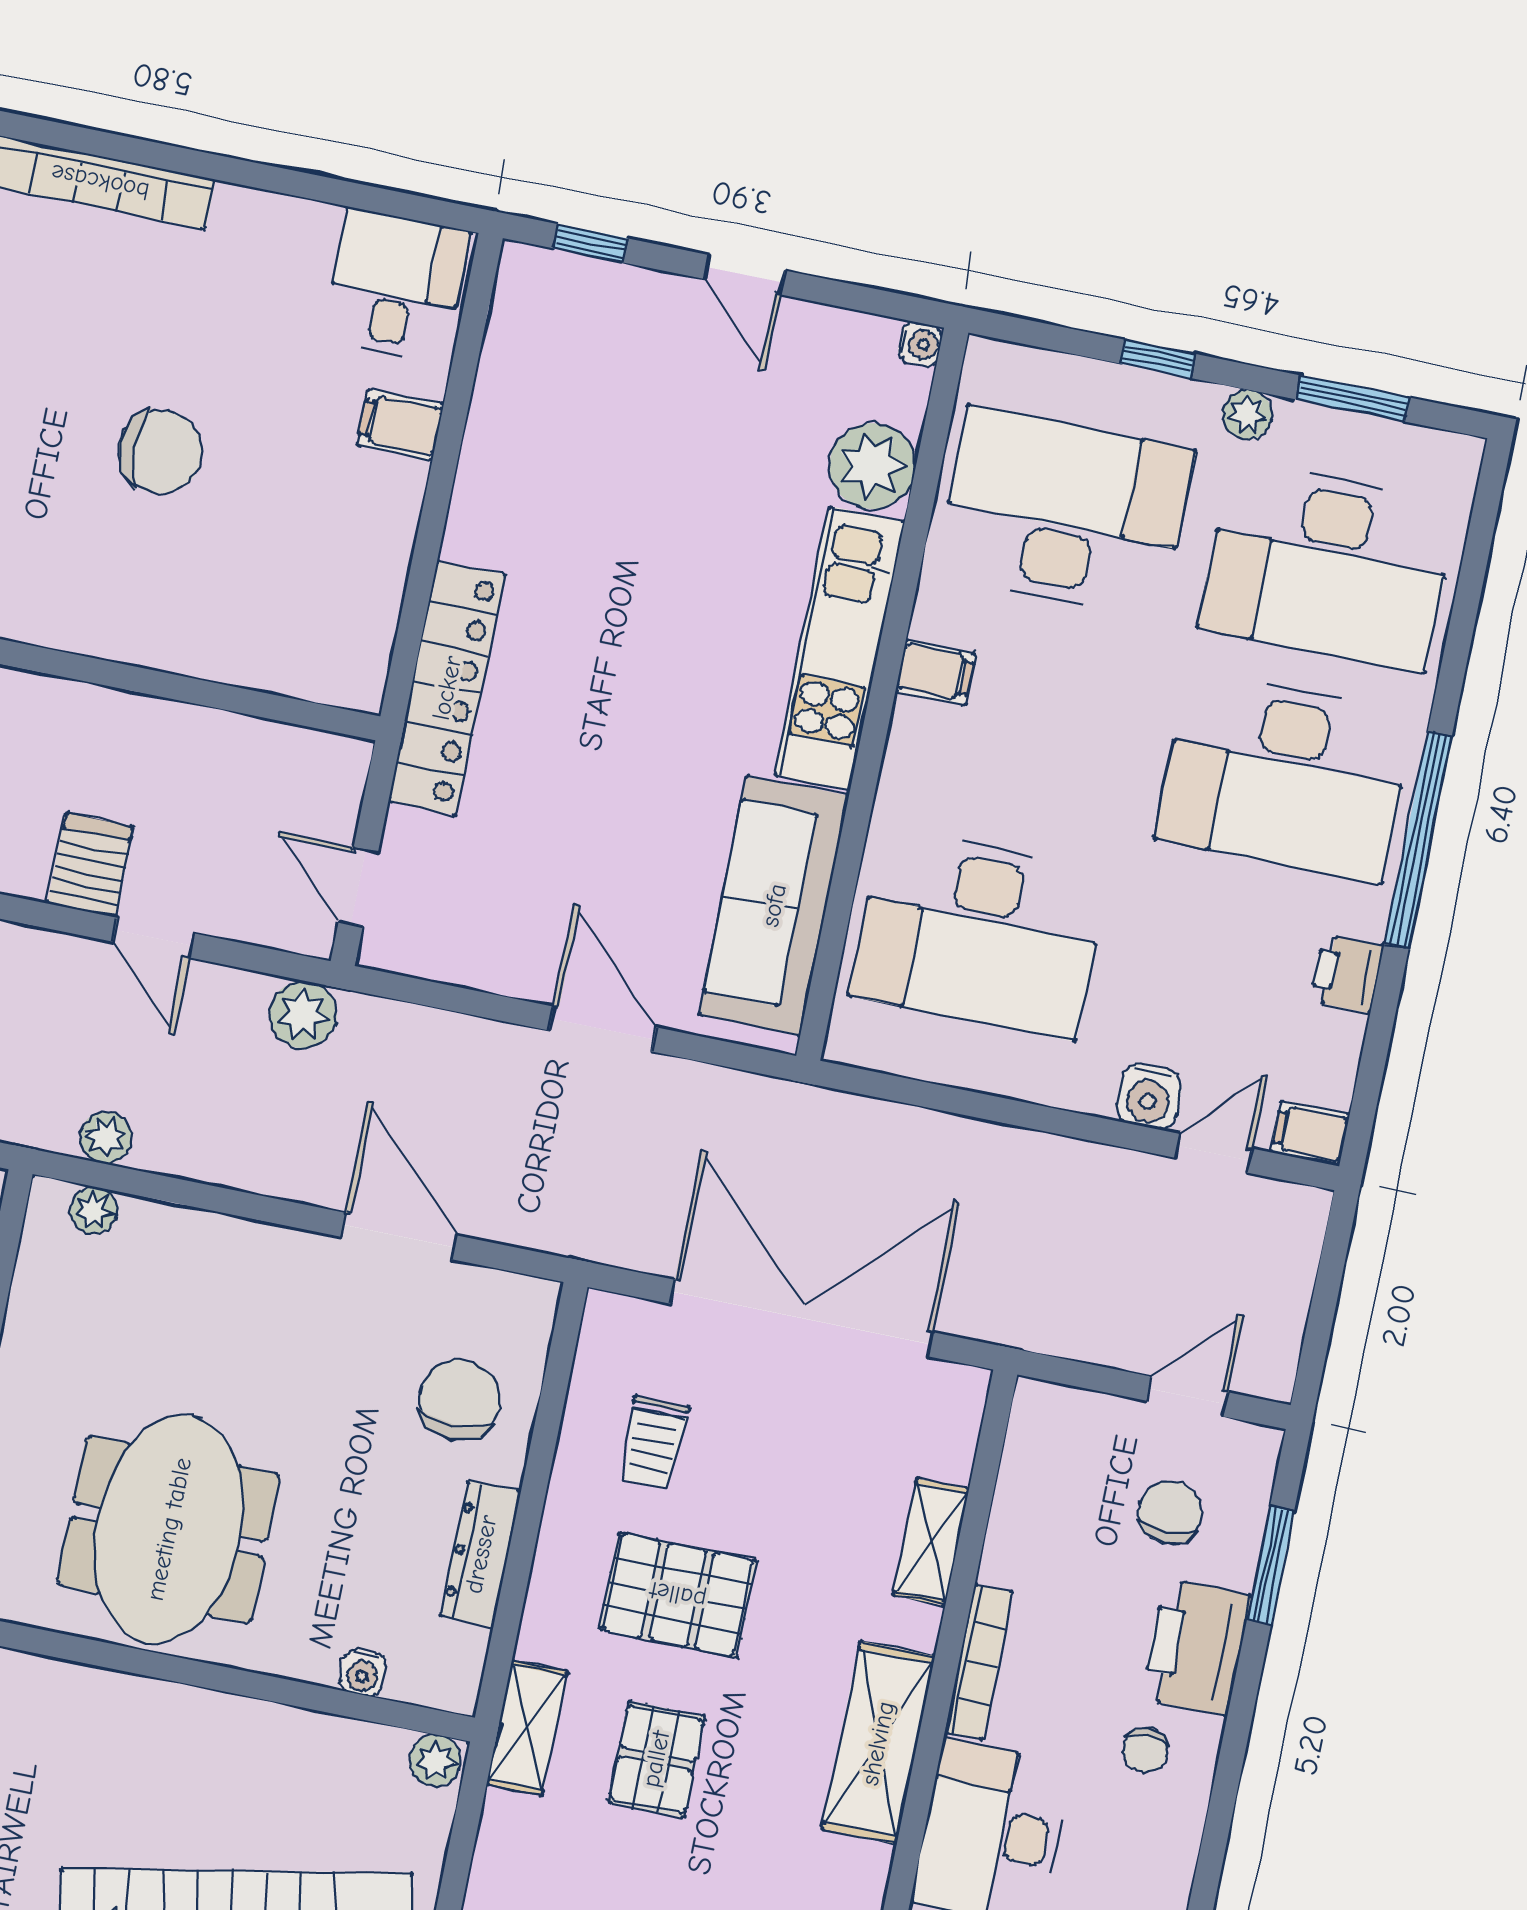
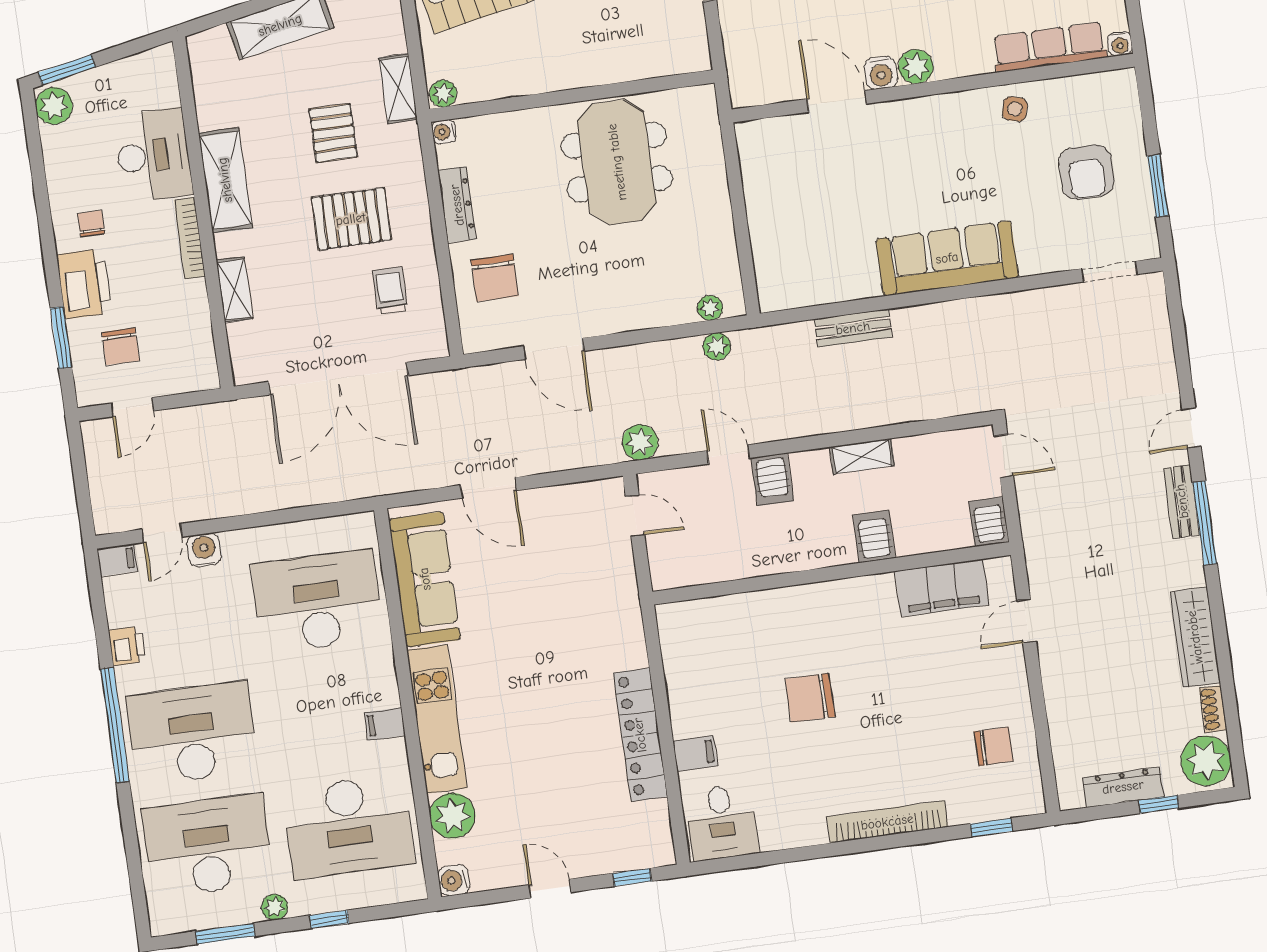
water cooler: (920, 344) -> (454, 880), width x1.38, depth x1.38
locker: (447, 688) -> (640, 735), moved
water cooler: (363, 1673) -> (444, 132), moved, turned -90
shelving: (527, 1727) -> (398, 89), moved

